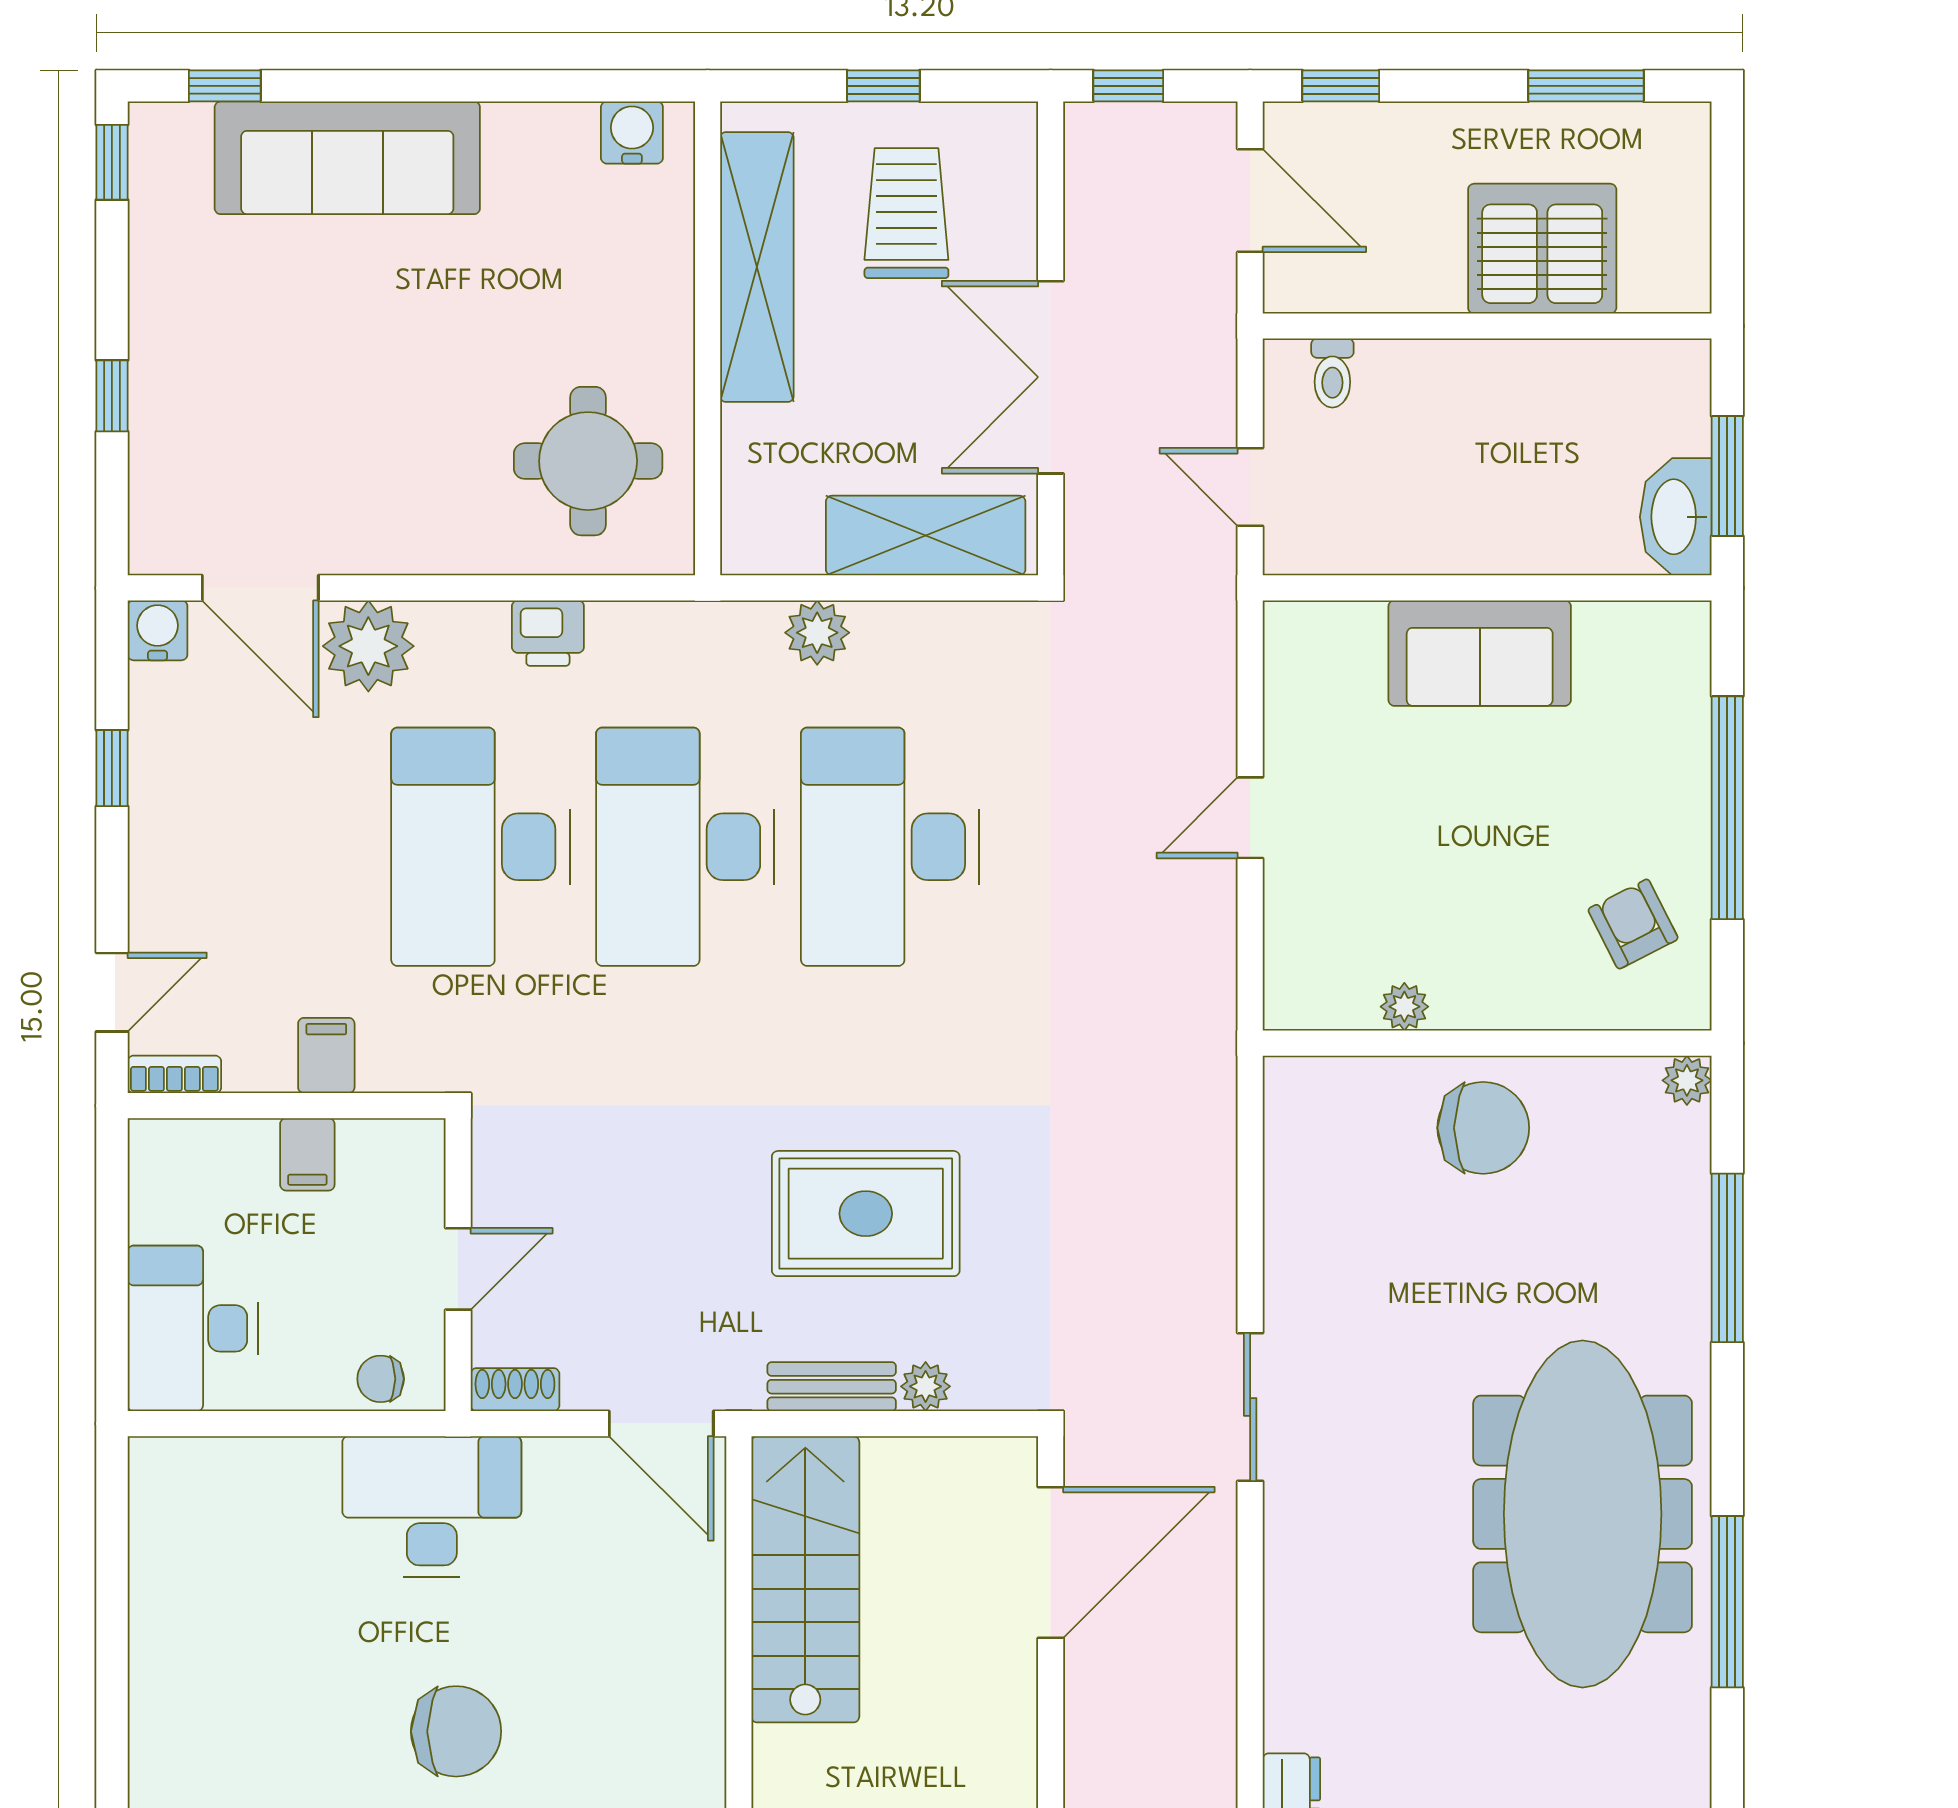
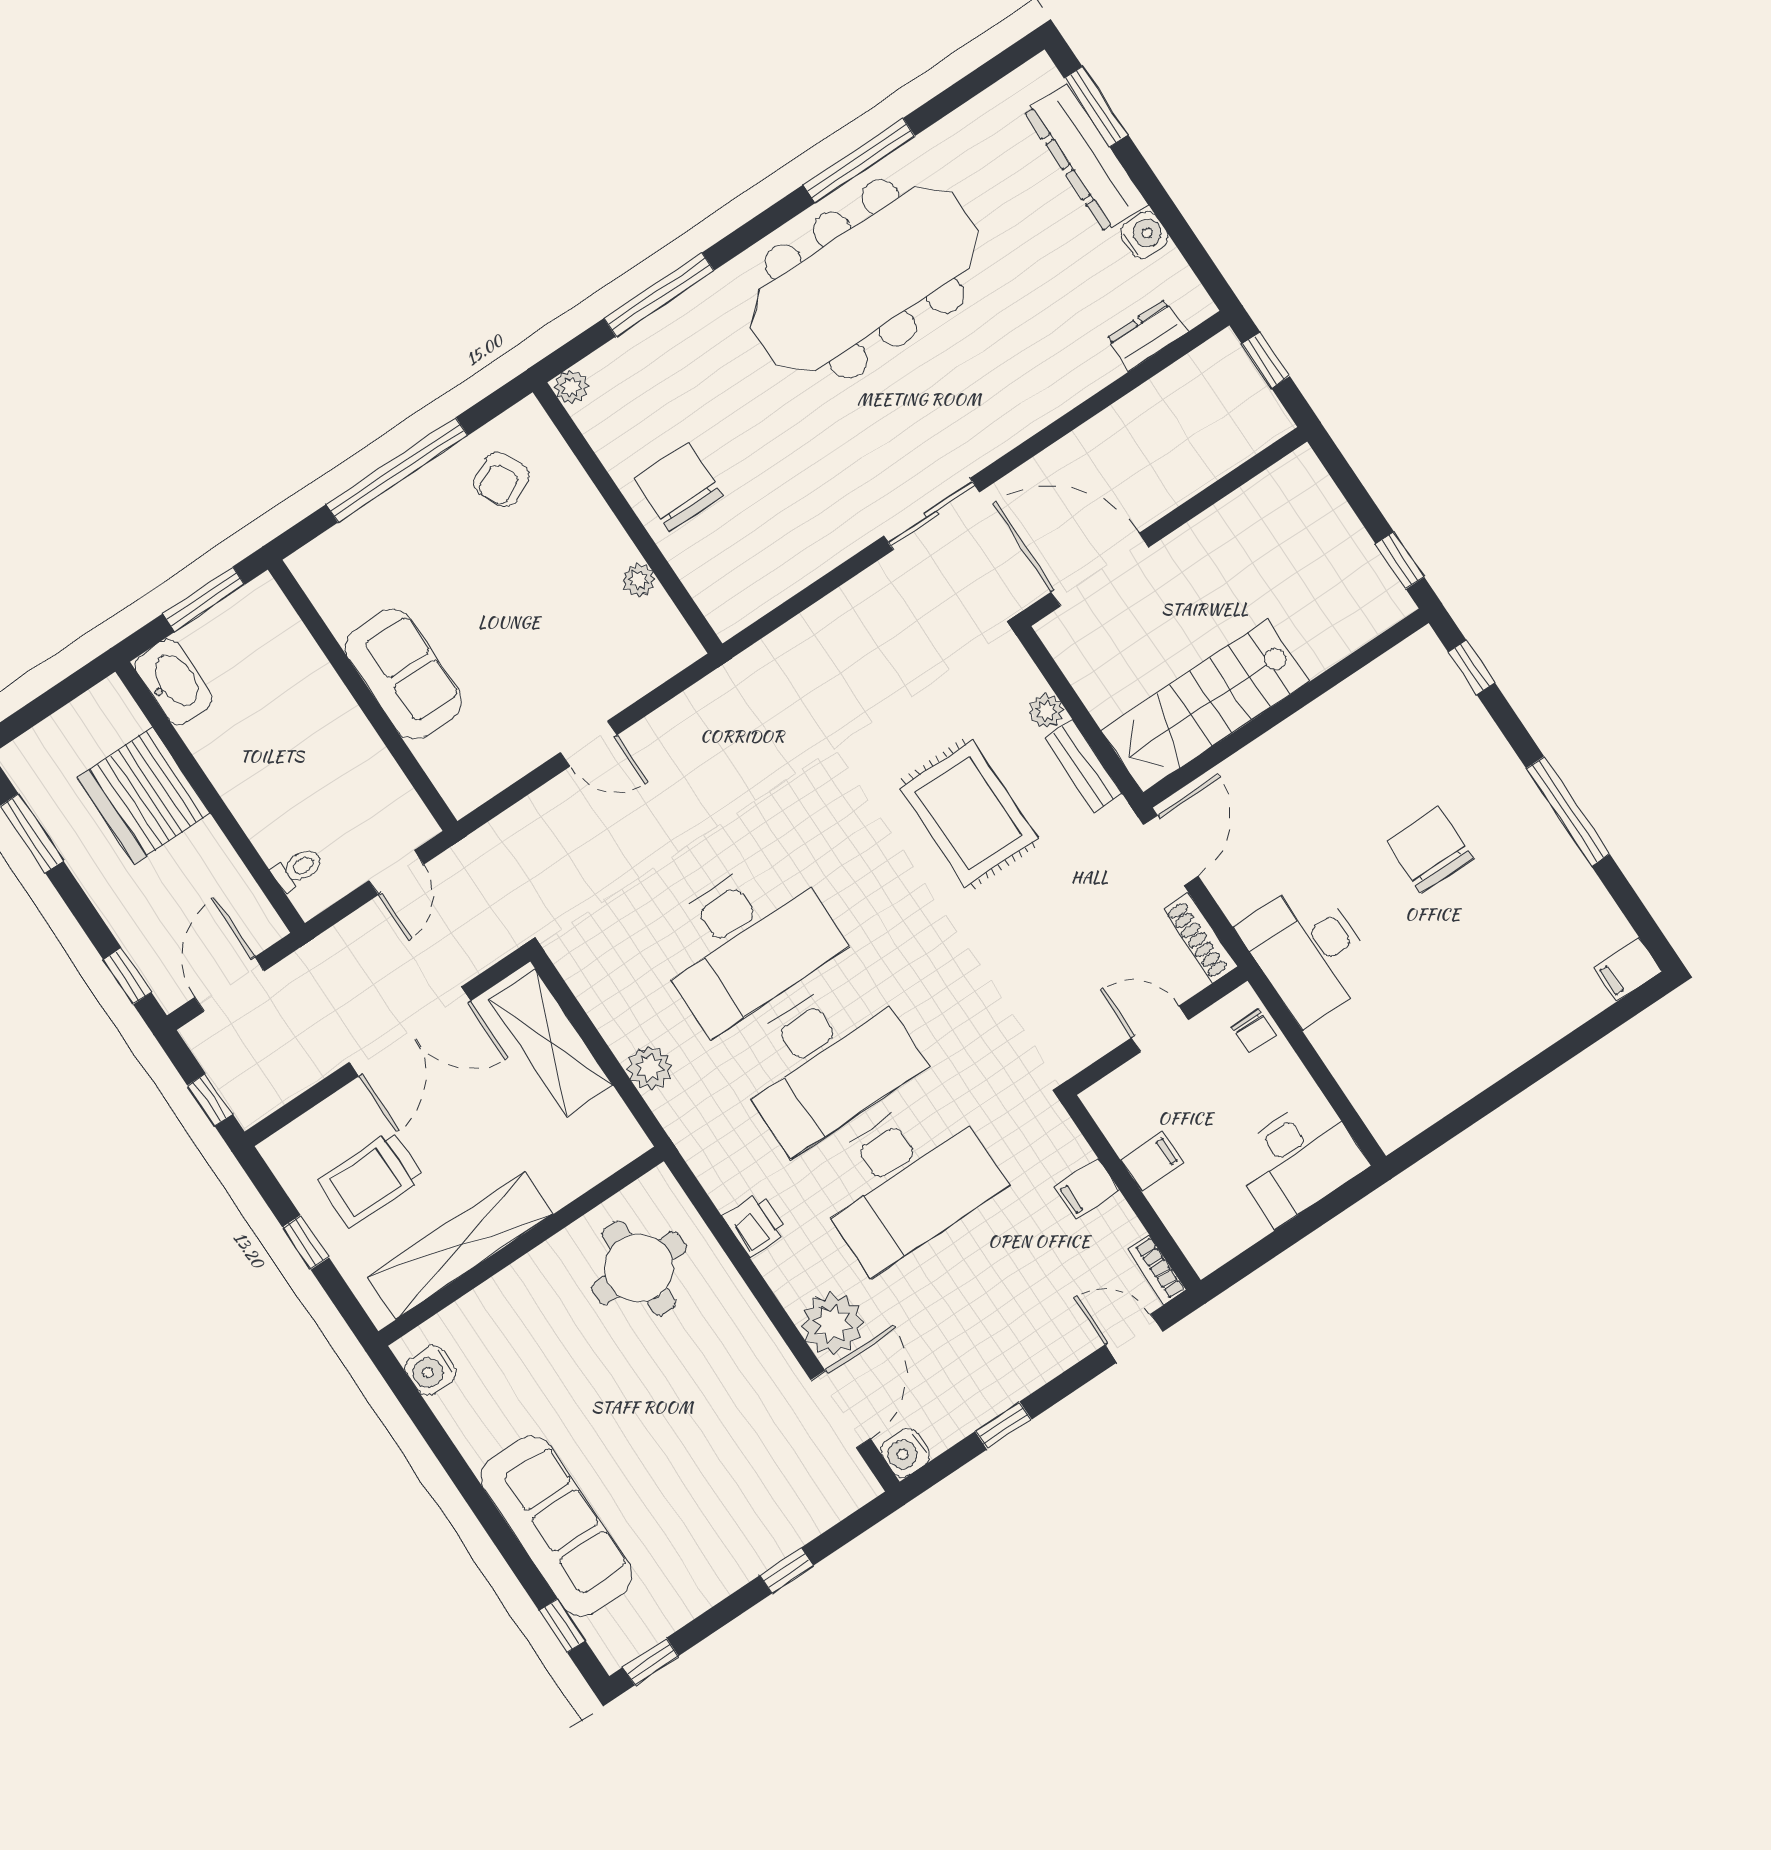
washbasin: (1676, 517) -> (174, 682), moved, turned -90
shoe rack: (515, 1390) -> (1201, 938), width x1.43

